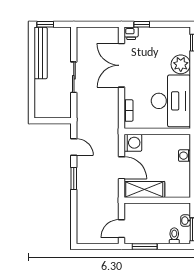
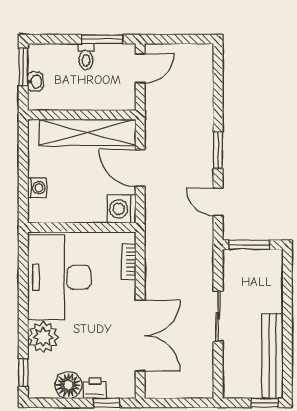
printer: (131, 33) -> (95, 388), moved
floor lamp: (165, 35) -> (68, 385), added
window: (55, 121) -> (249, 245), added
shelving: (144, 189) -> (87, 132), width x1.47
toilet: (174, 236) -> (86, 57), moved

